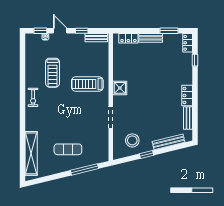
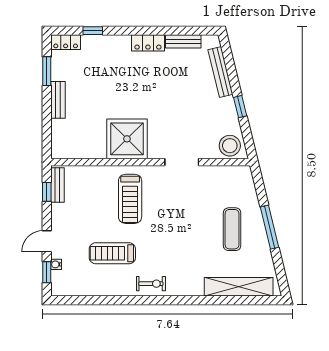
window: (82, 31) -> (47, 192), moved
locker: (128, 38) -> (58, 135), removed
treadmill: (53, 73) -> (112, 253), turned 180
shower: (120, 88) -> (127, 139), width x1.86, depth x1.86
stool: (132, 140) -> (230, 146), moved
window: (84, 169) -> (269, 227), moved

